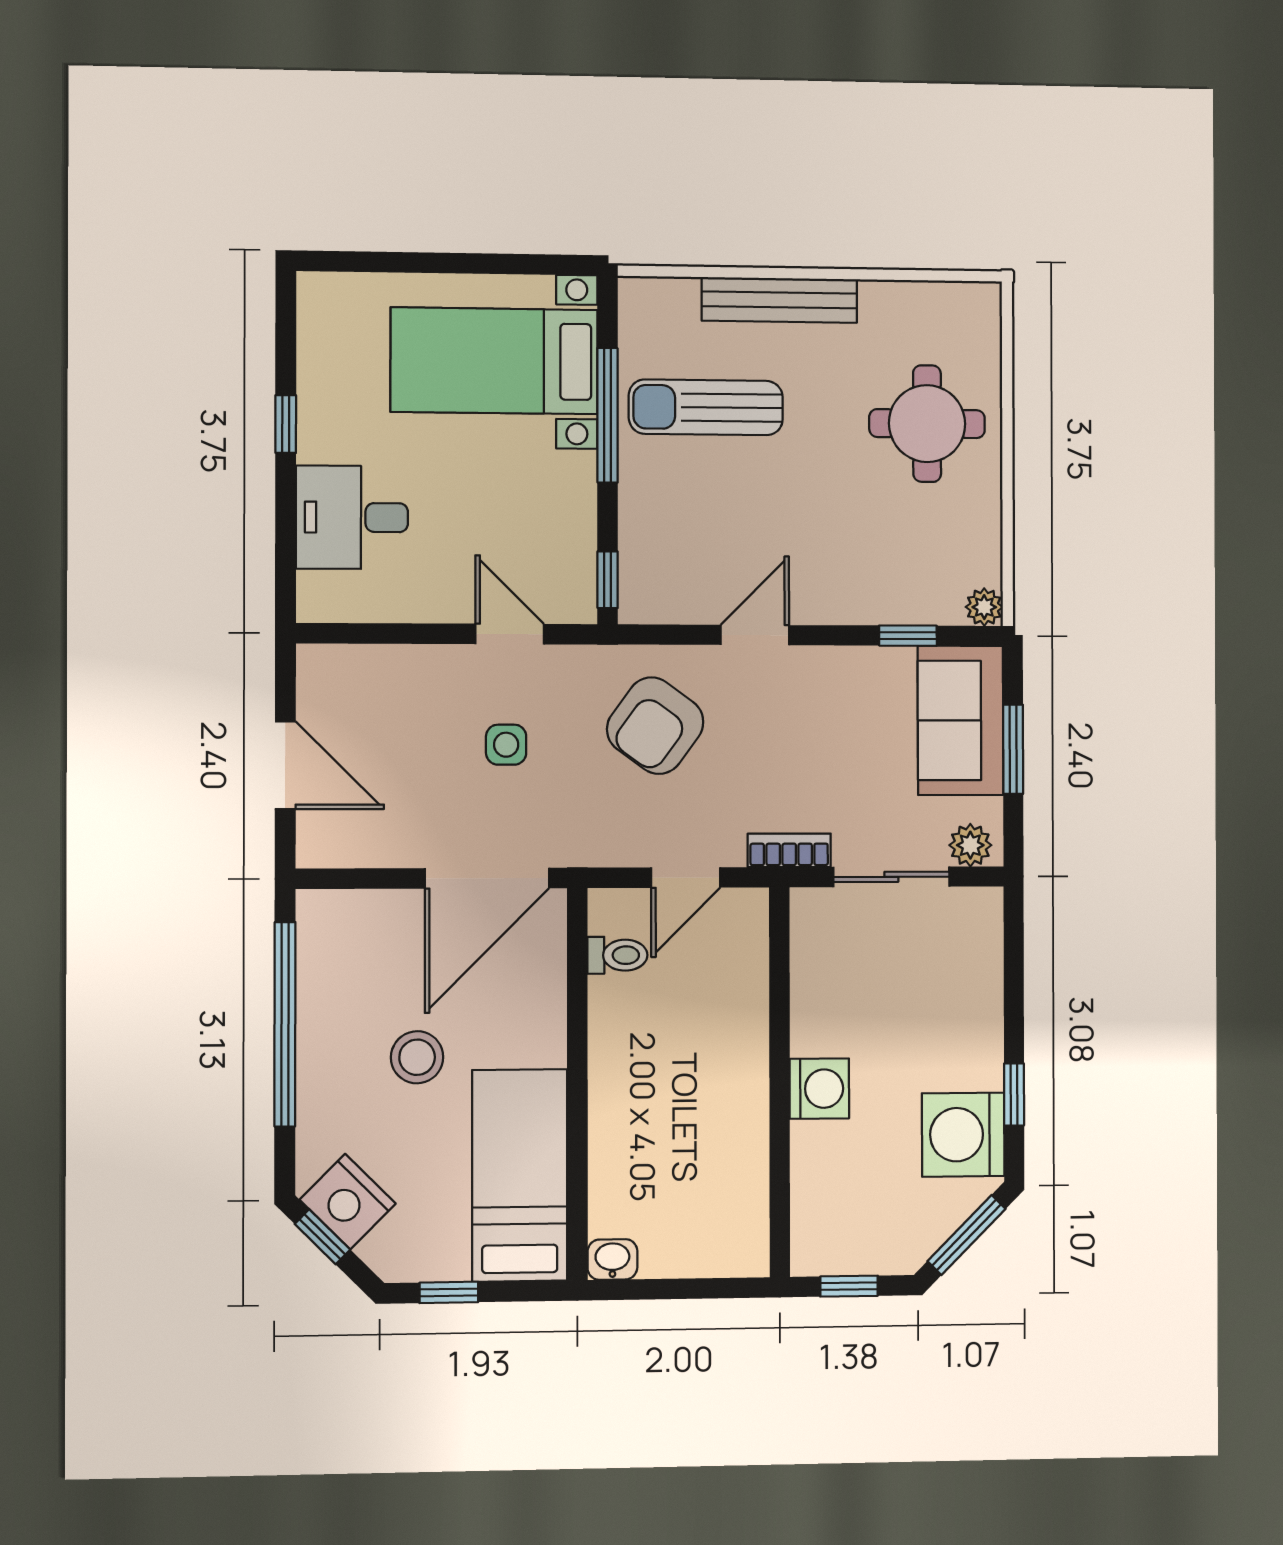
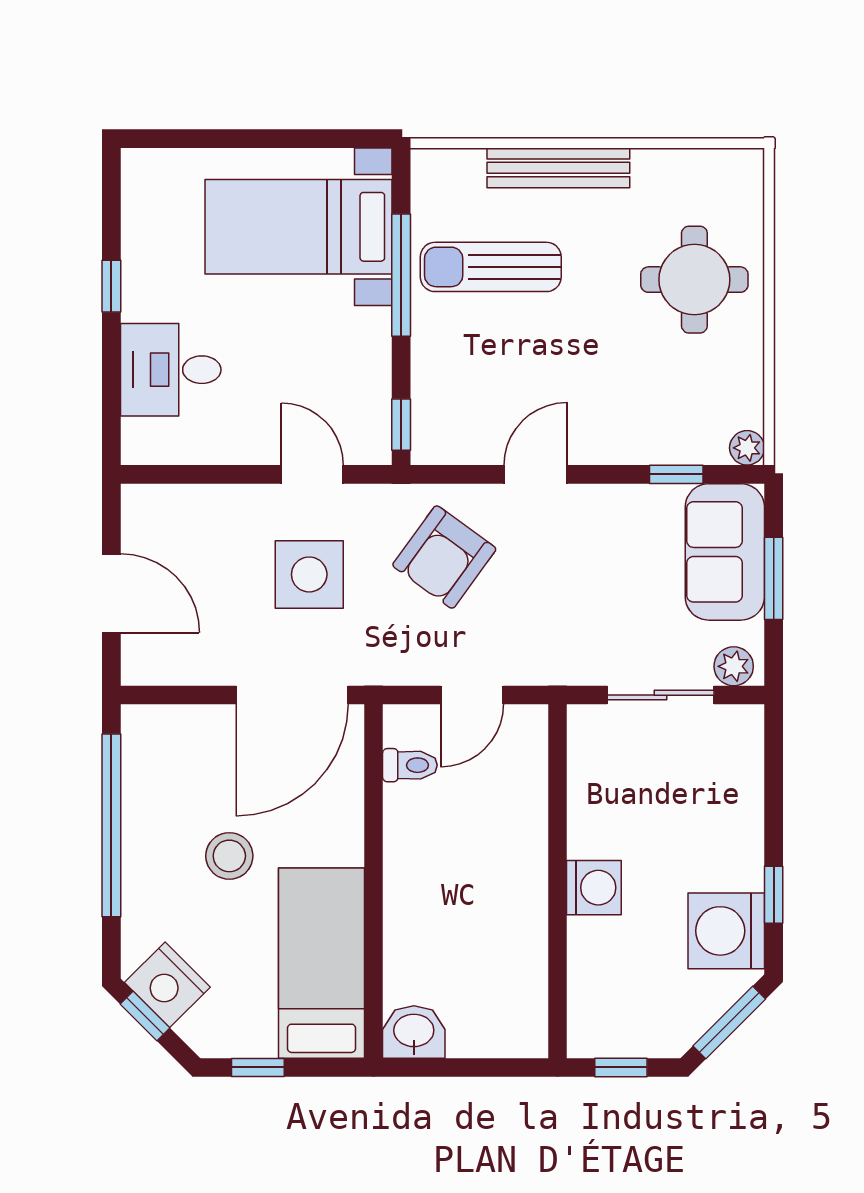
side table: (506, 745) -> (309, 574), width x1.87, depth x1.87
bookcase: (789, 850) -> (567, 671), removed
washbasin: (612, 1259) -> (414, 1032), width x1.38, depth x1.45

